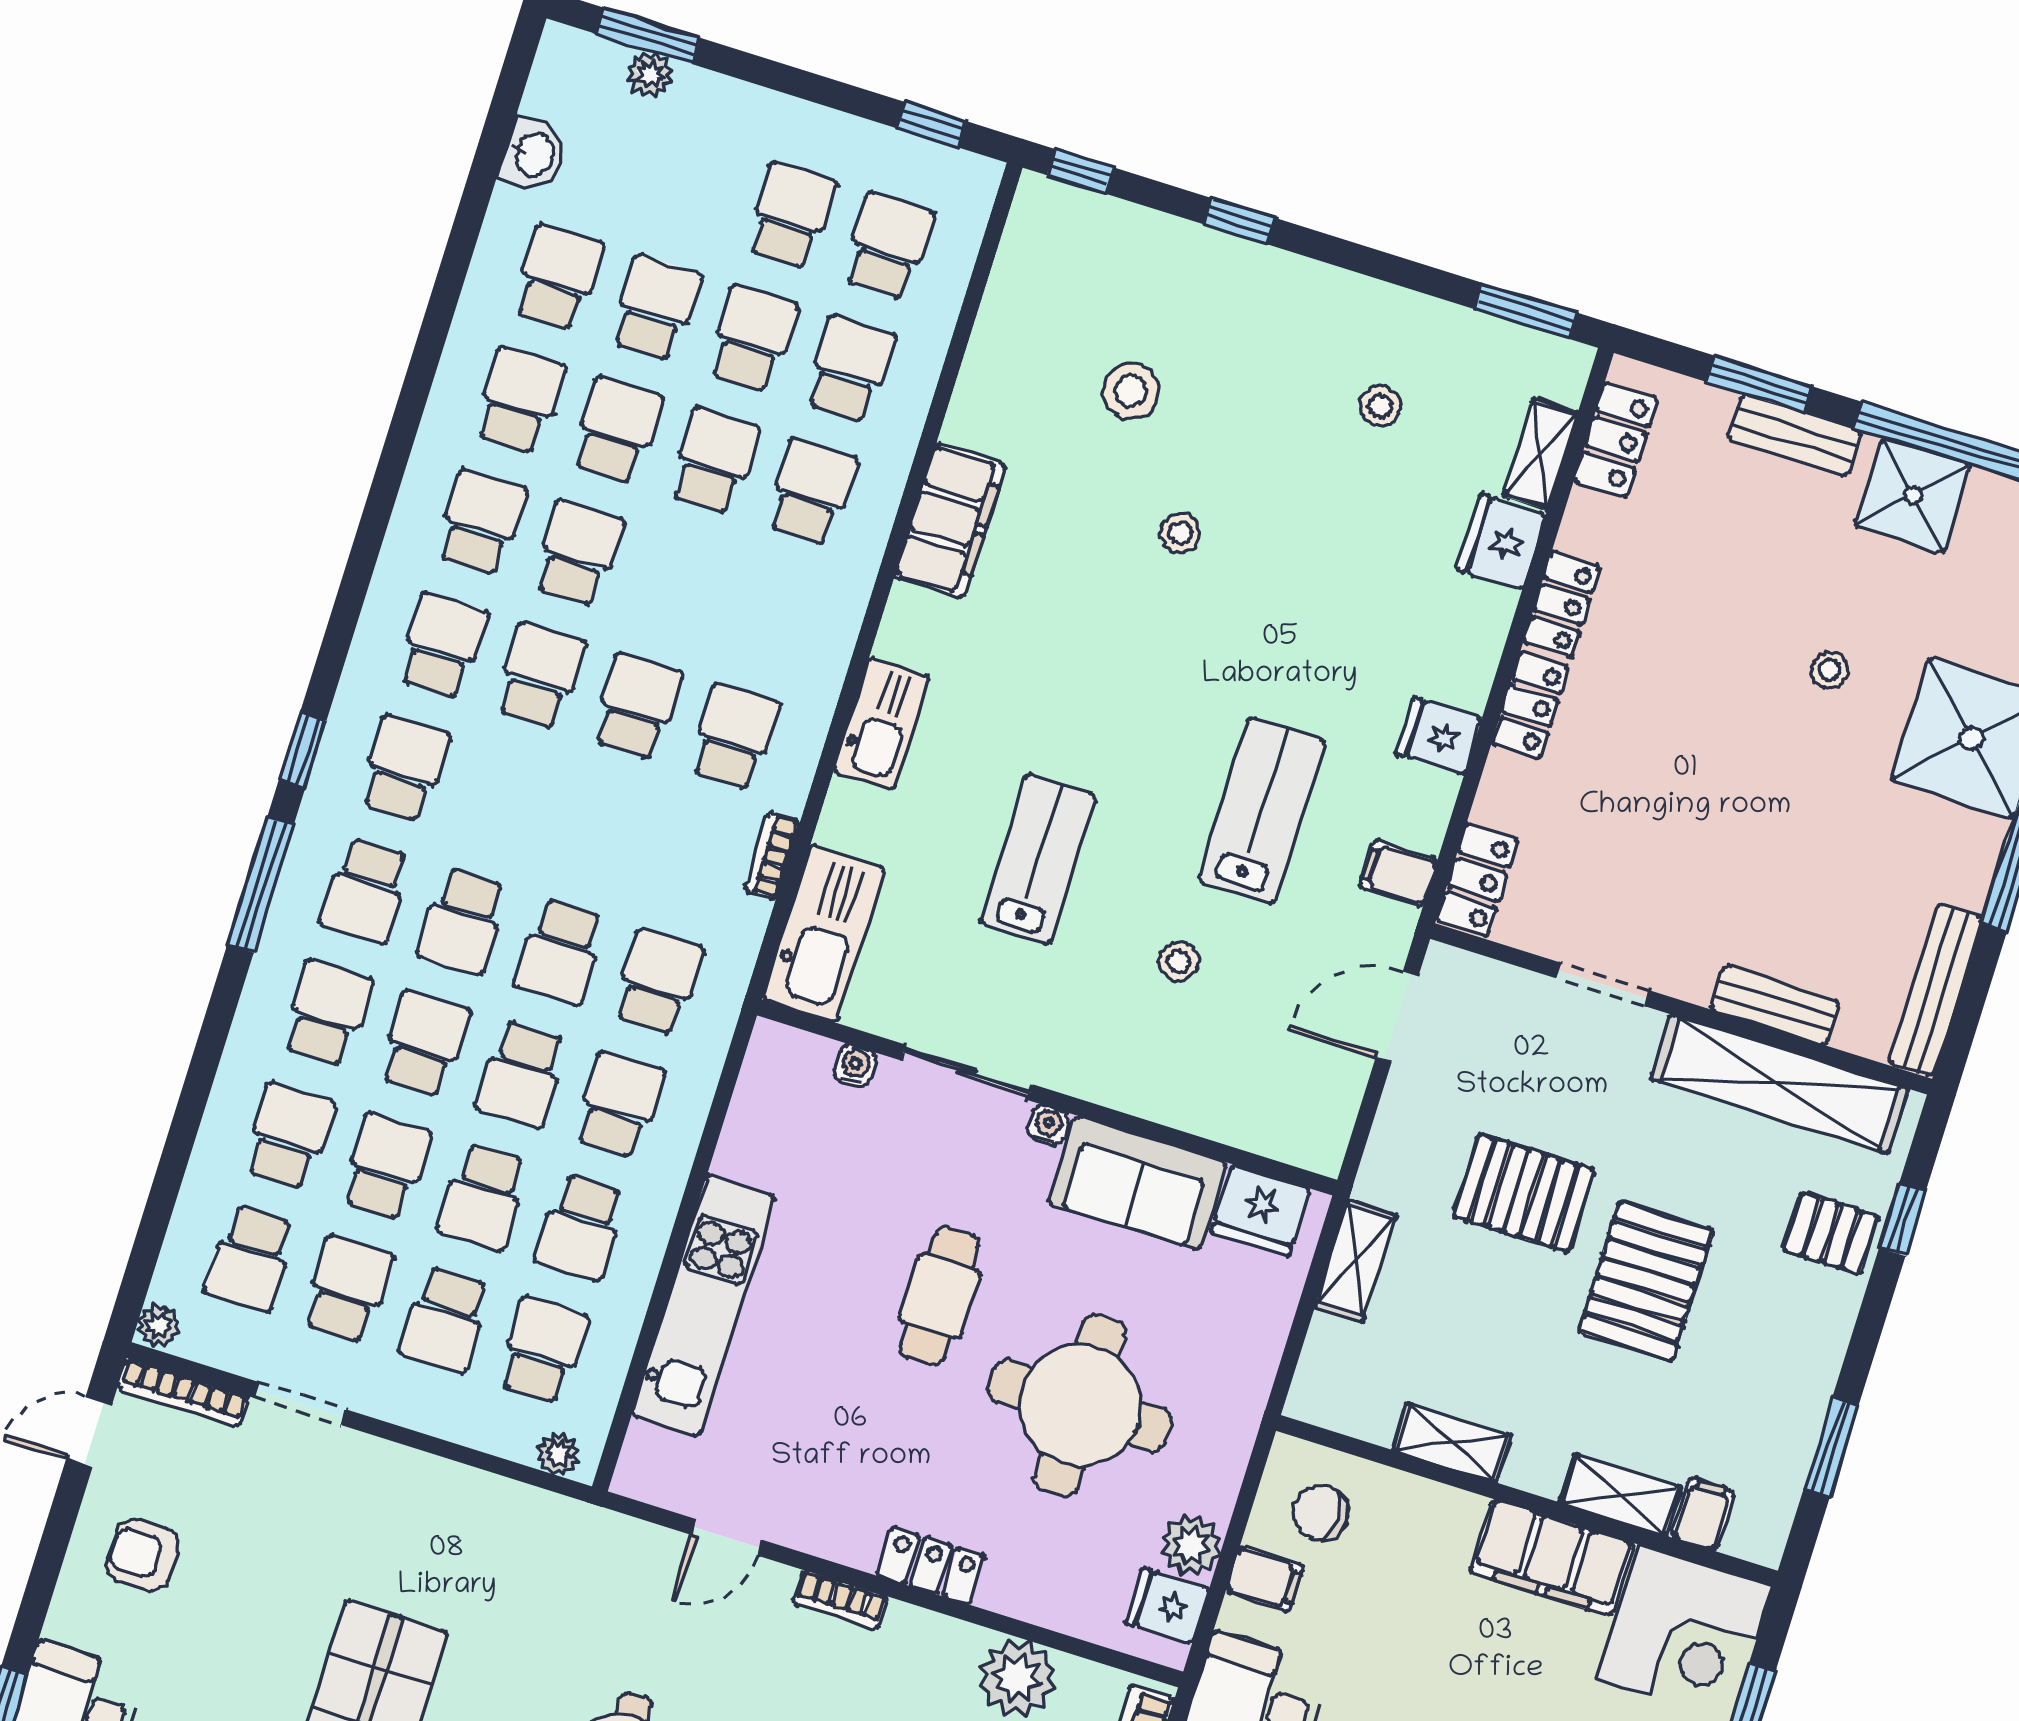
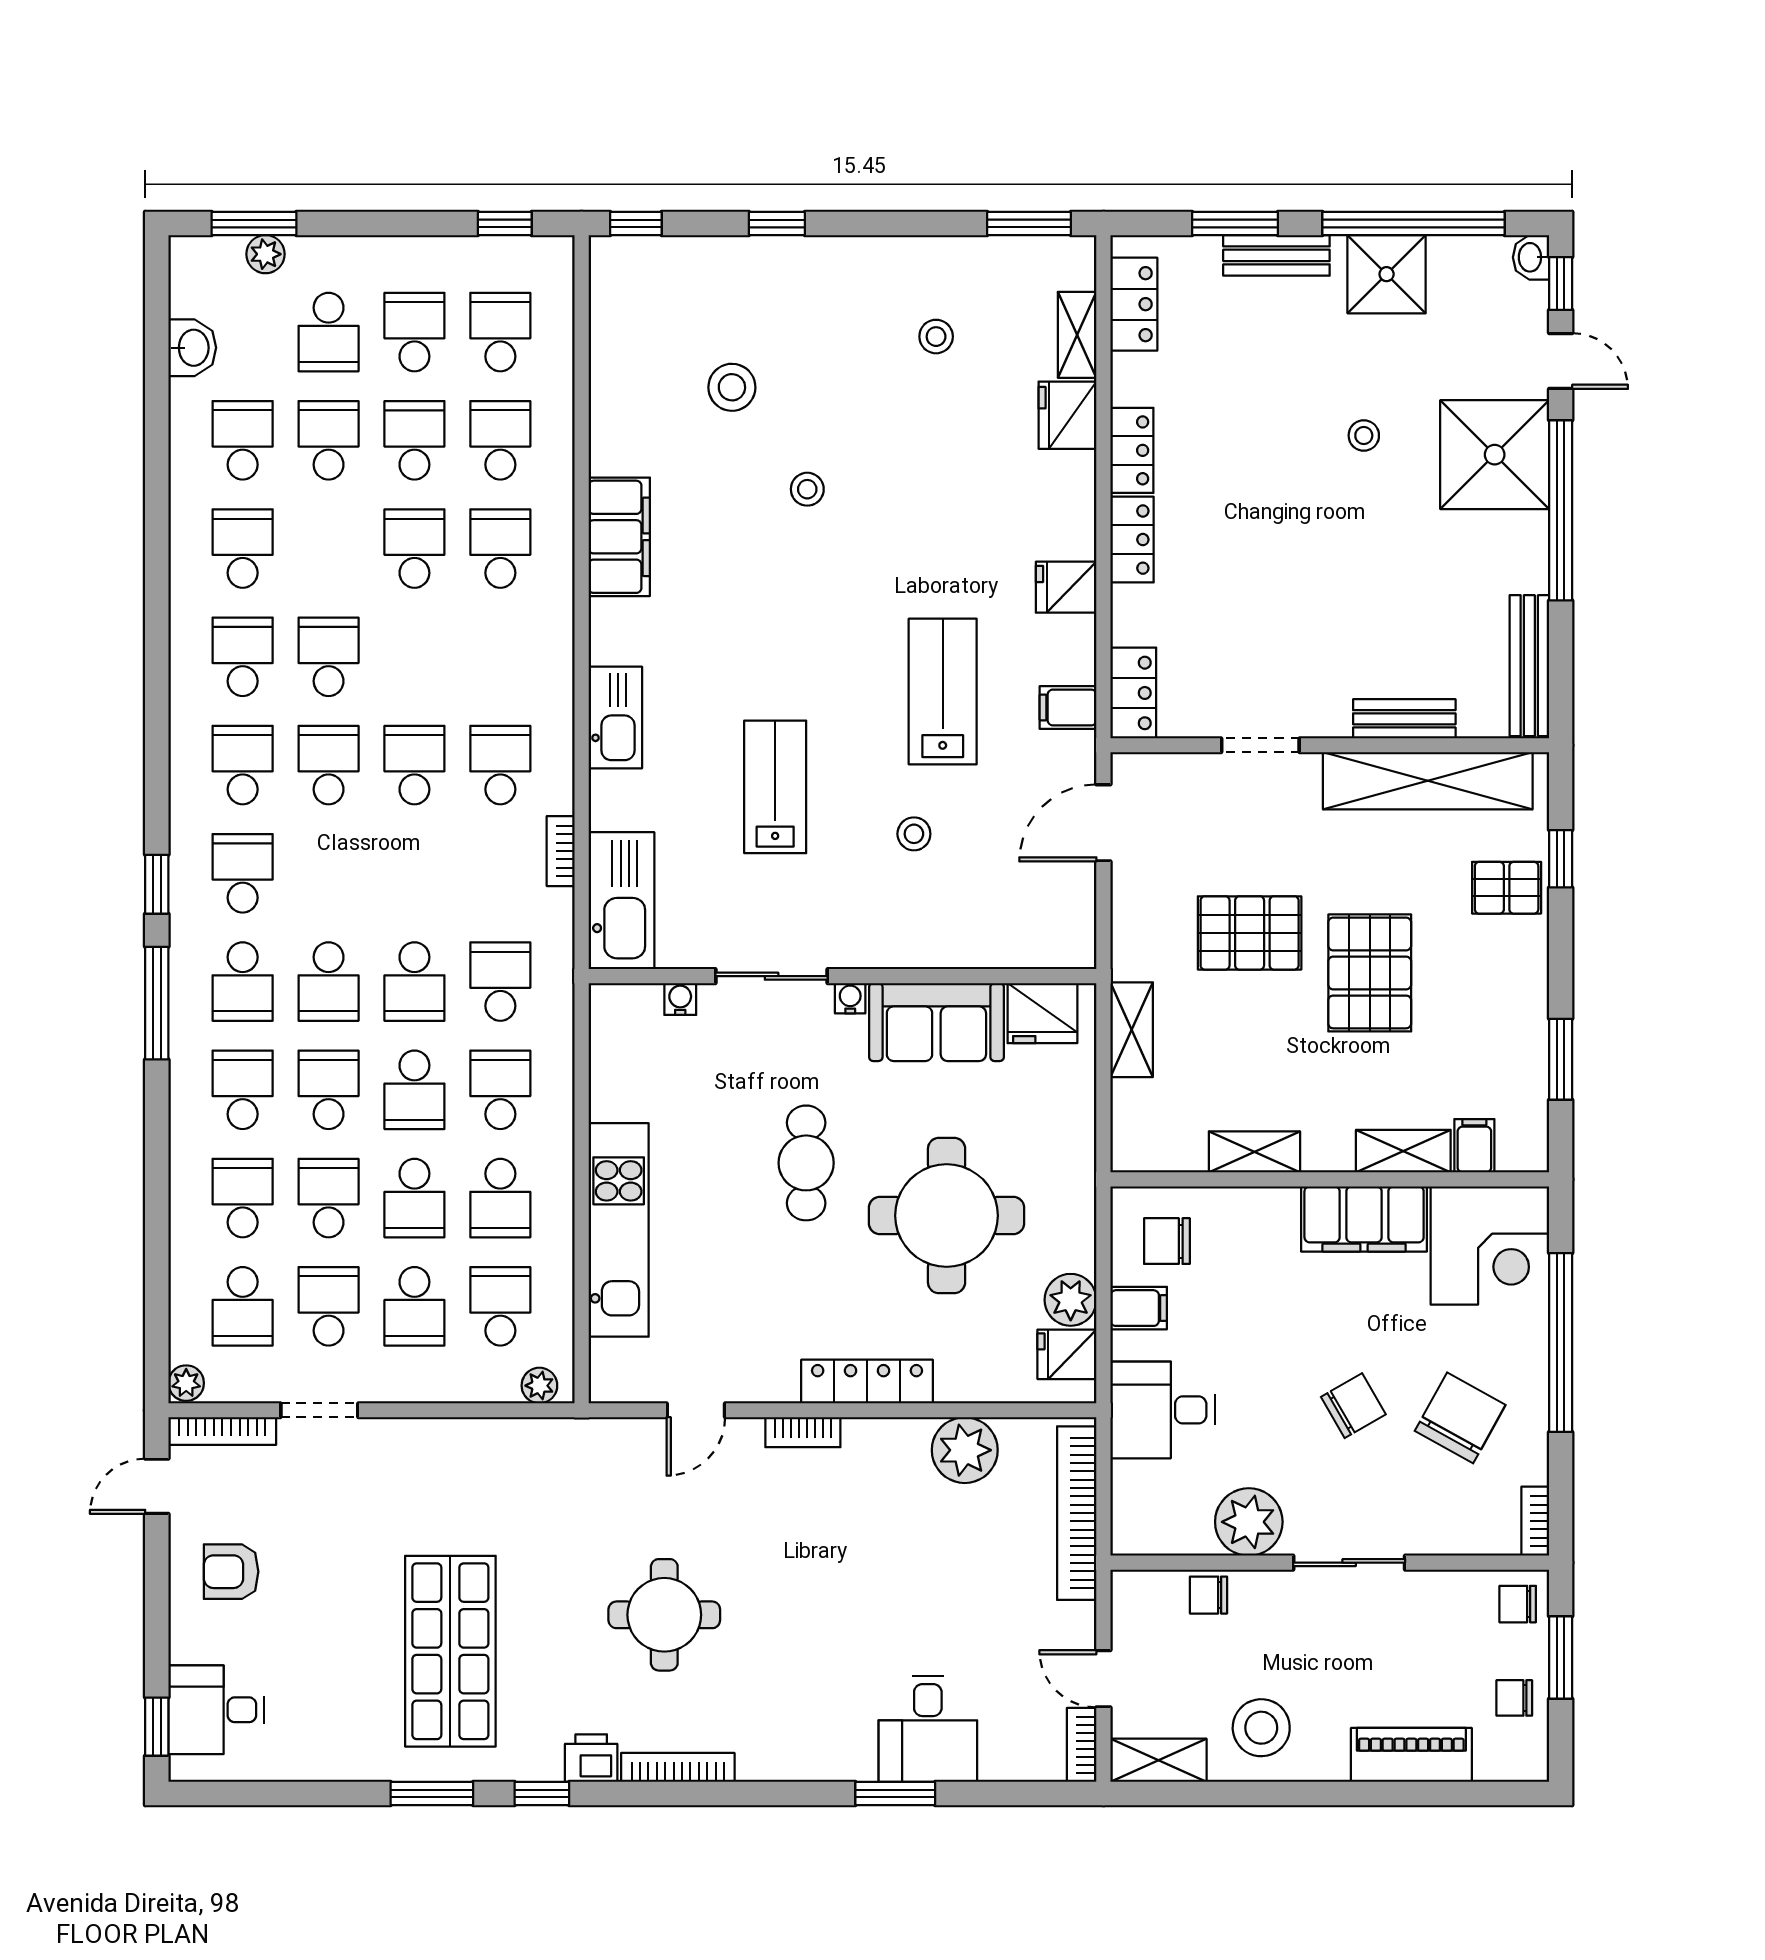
school desk: (617, 431) -> (329, 332), moved, turned 180
locker: (931, 1566) -> (867, 1382), width x1.53

